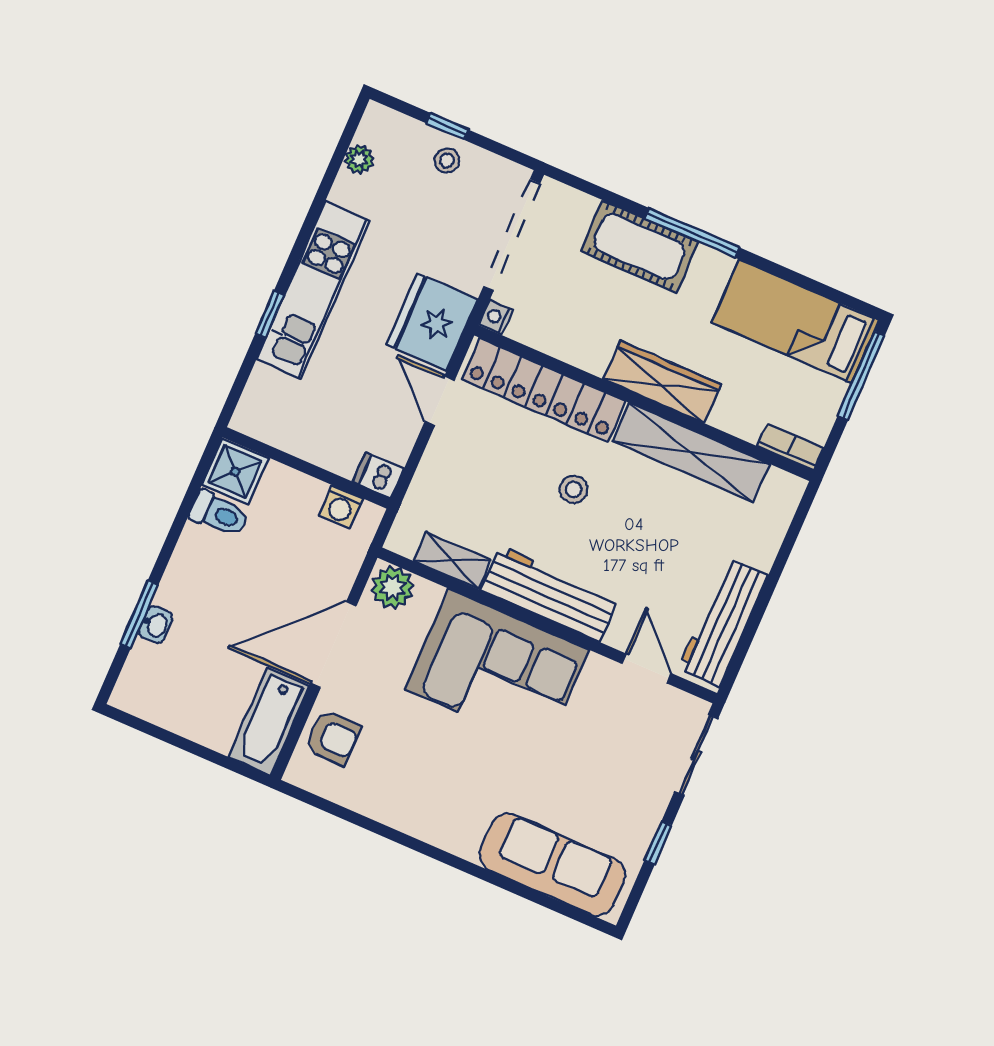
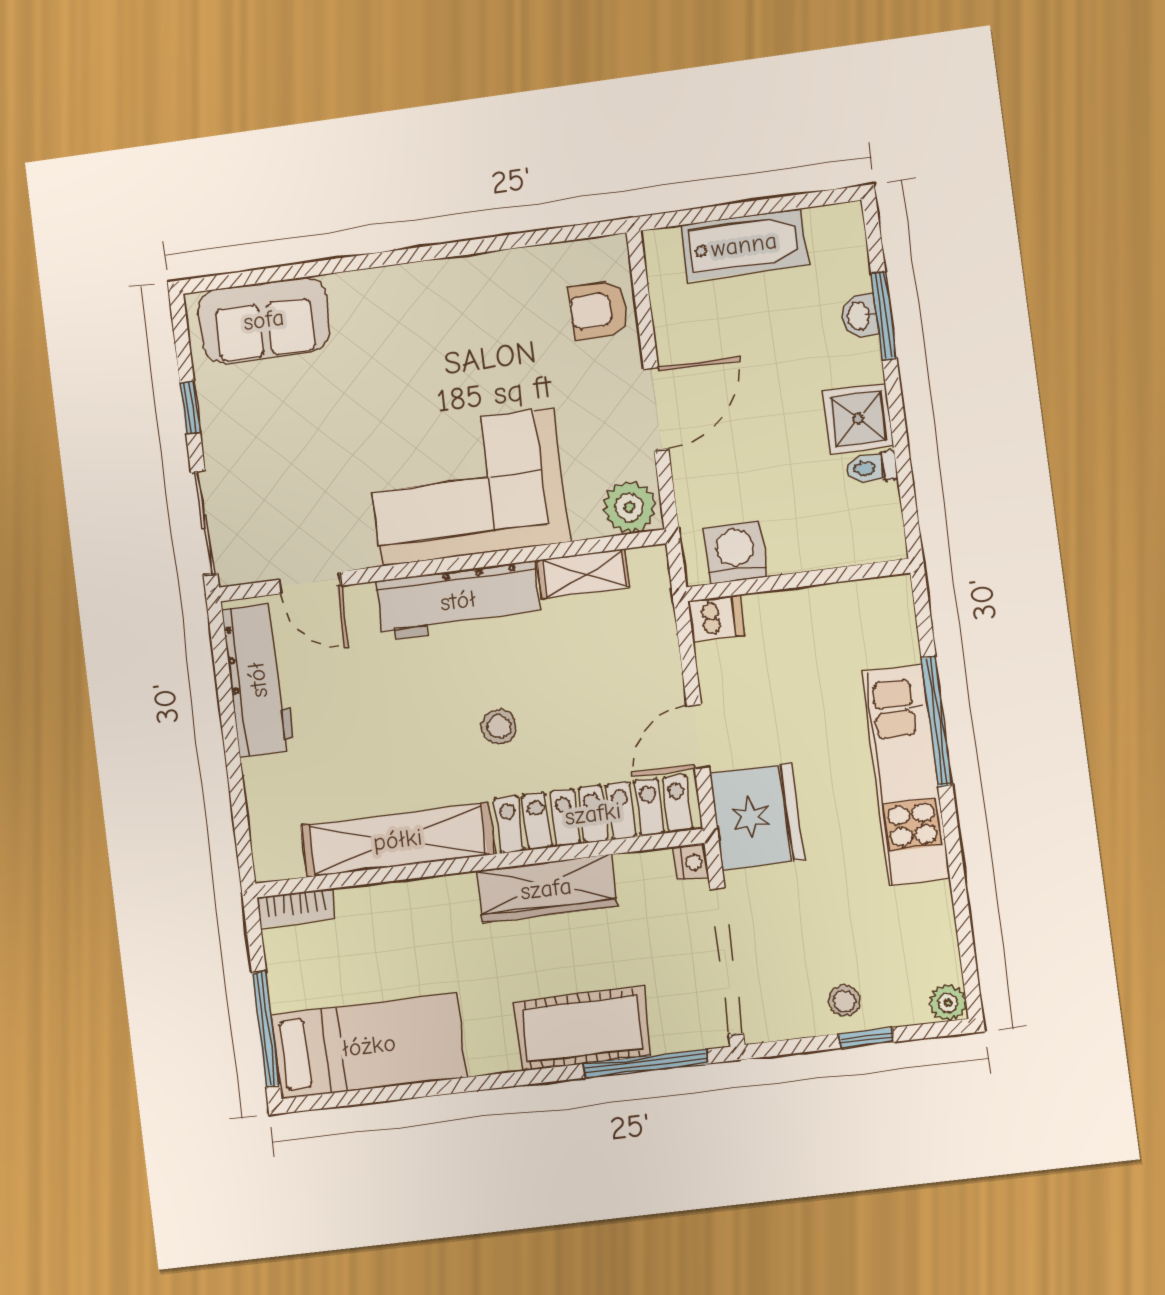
plant: (359, 159) -> (948, 1003), moved
window: (692, 233) -> (646, 1064), moved
window: (270, 314) -> (937, 721), width x2.17
wardrobe: (662, 382) -> (546, 889), moved
door: (440, 401) -> (698, 736), swing flipped
shower: (235, 472) -> (858, 419), moved
washing machine: (341, 507) -> (735, 552), width x1.38, depth x1.38
toilet: (219, 514) -> (871, 468), width x0.73, depth x0.72
door: (334, 645) -> (656, 409), width x0.73
bathtub: (269, 722) -> (744, 245), moved, turned 90
sofa: (552, 865) -> (264, 320), width x0.73

